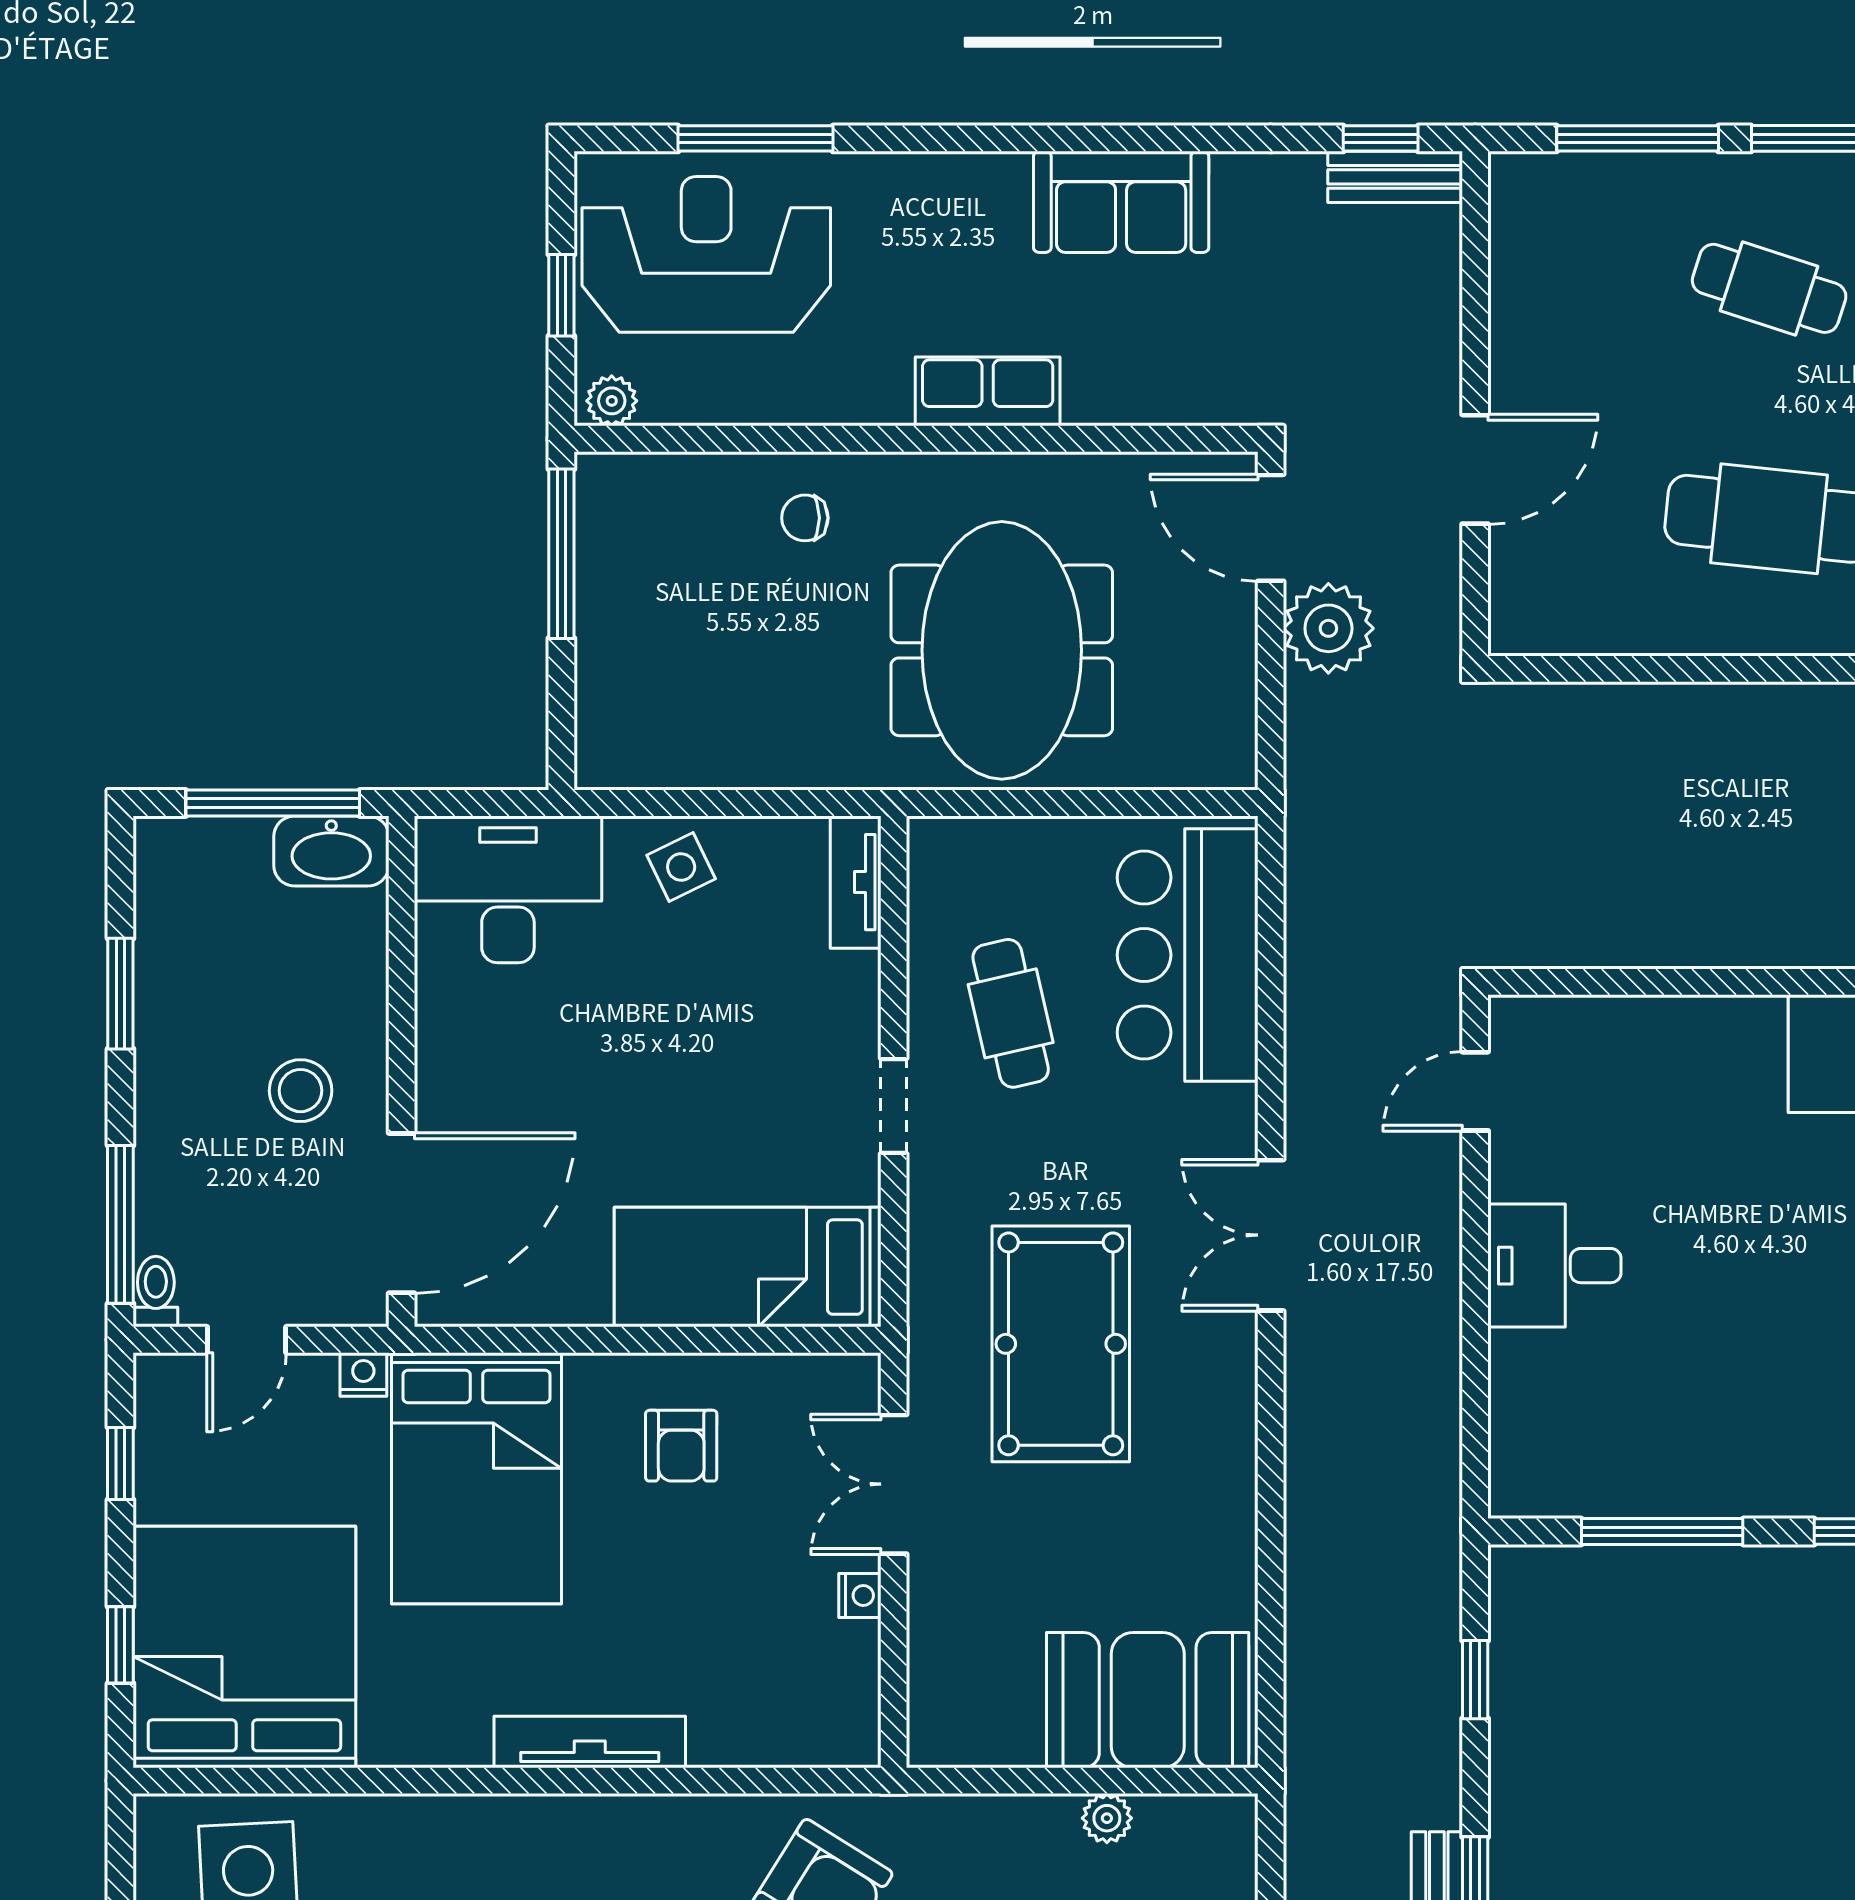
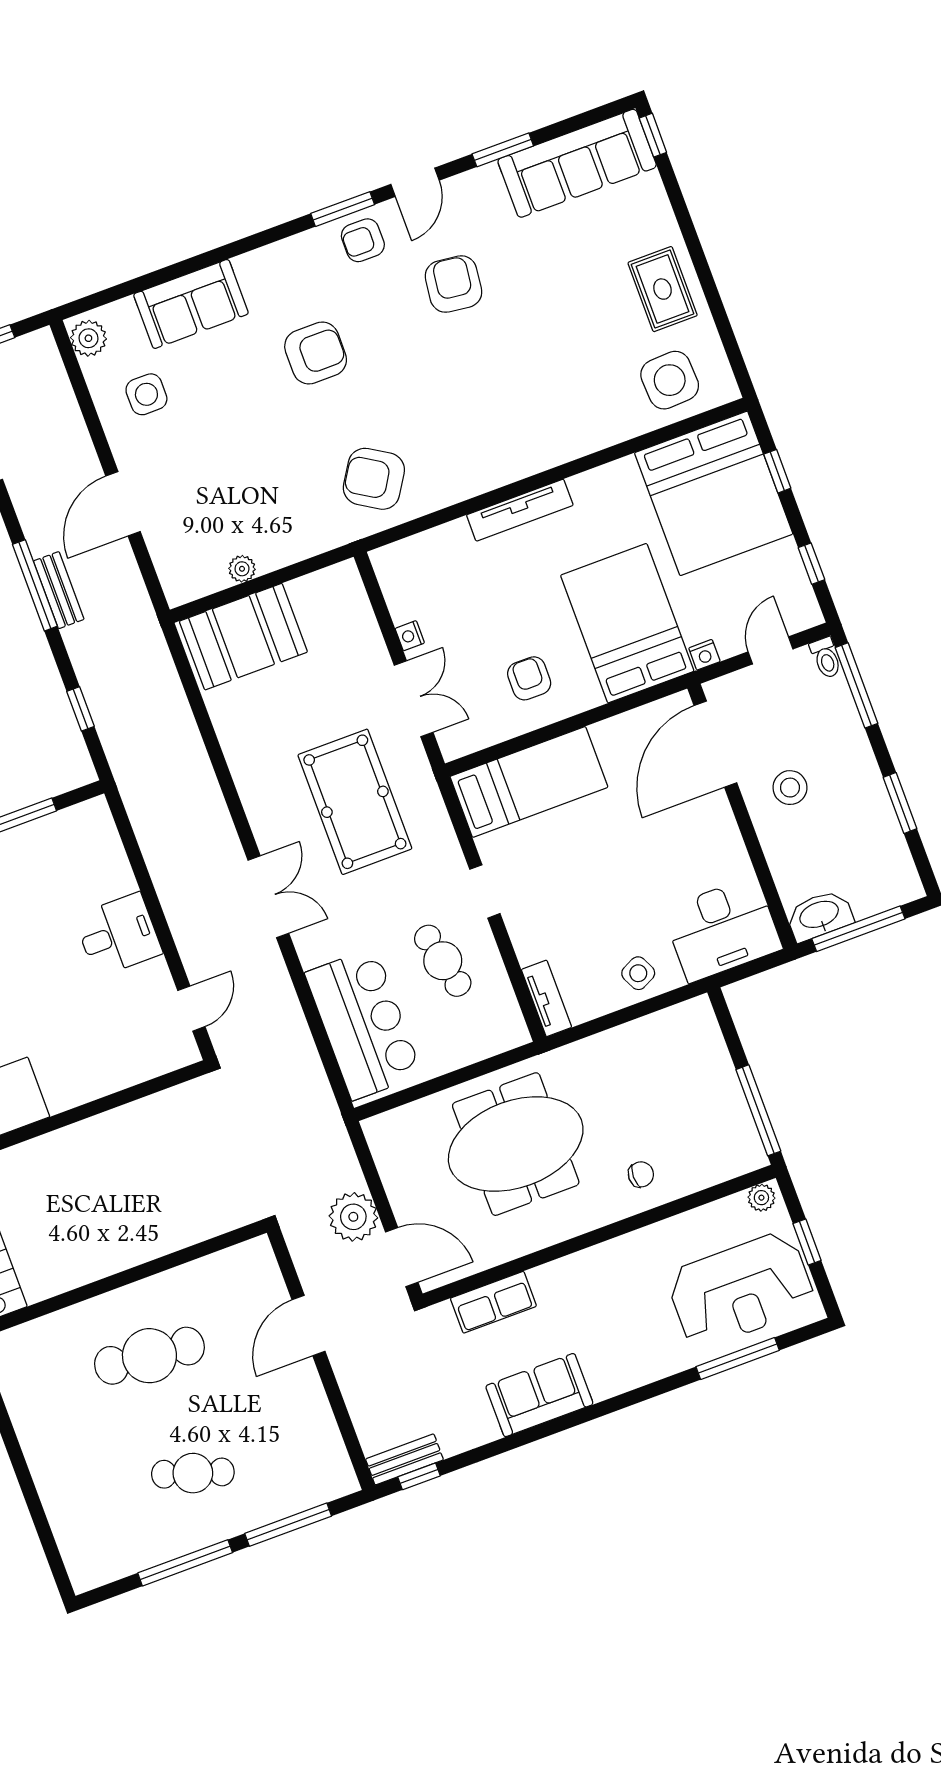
row of seats: (988, 391) -> (493, 1302), moved
meeting table: (1002, 650) -> (516, 1144), turned 90

